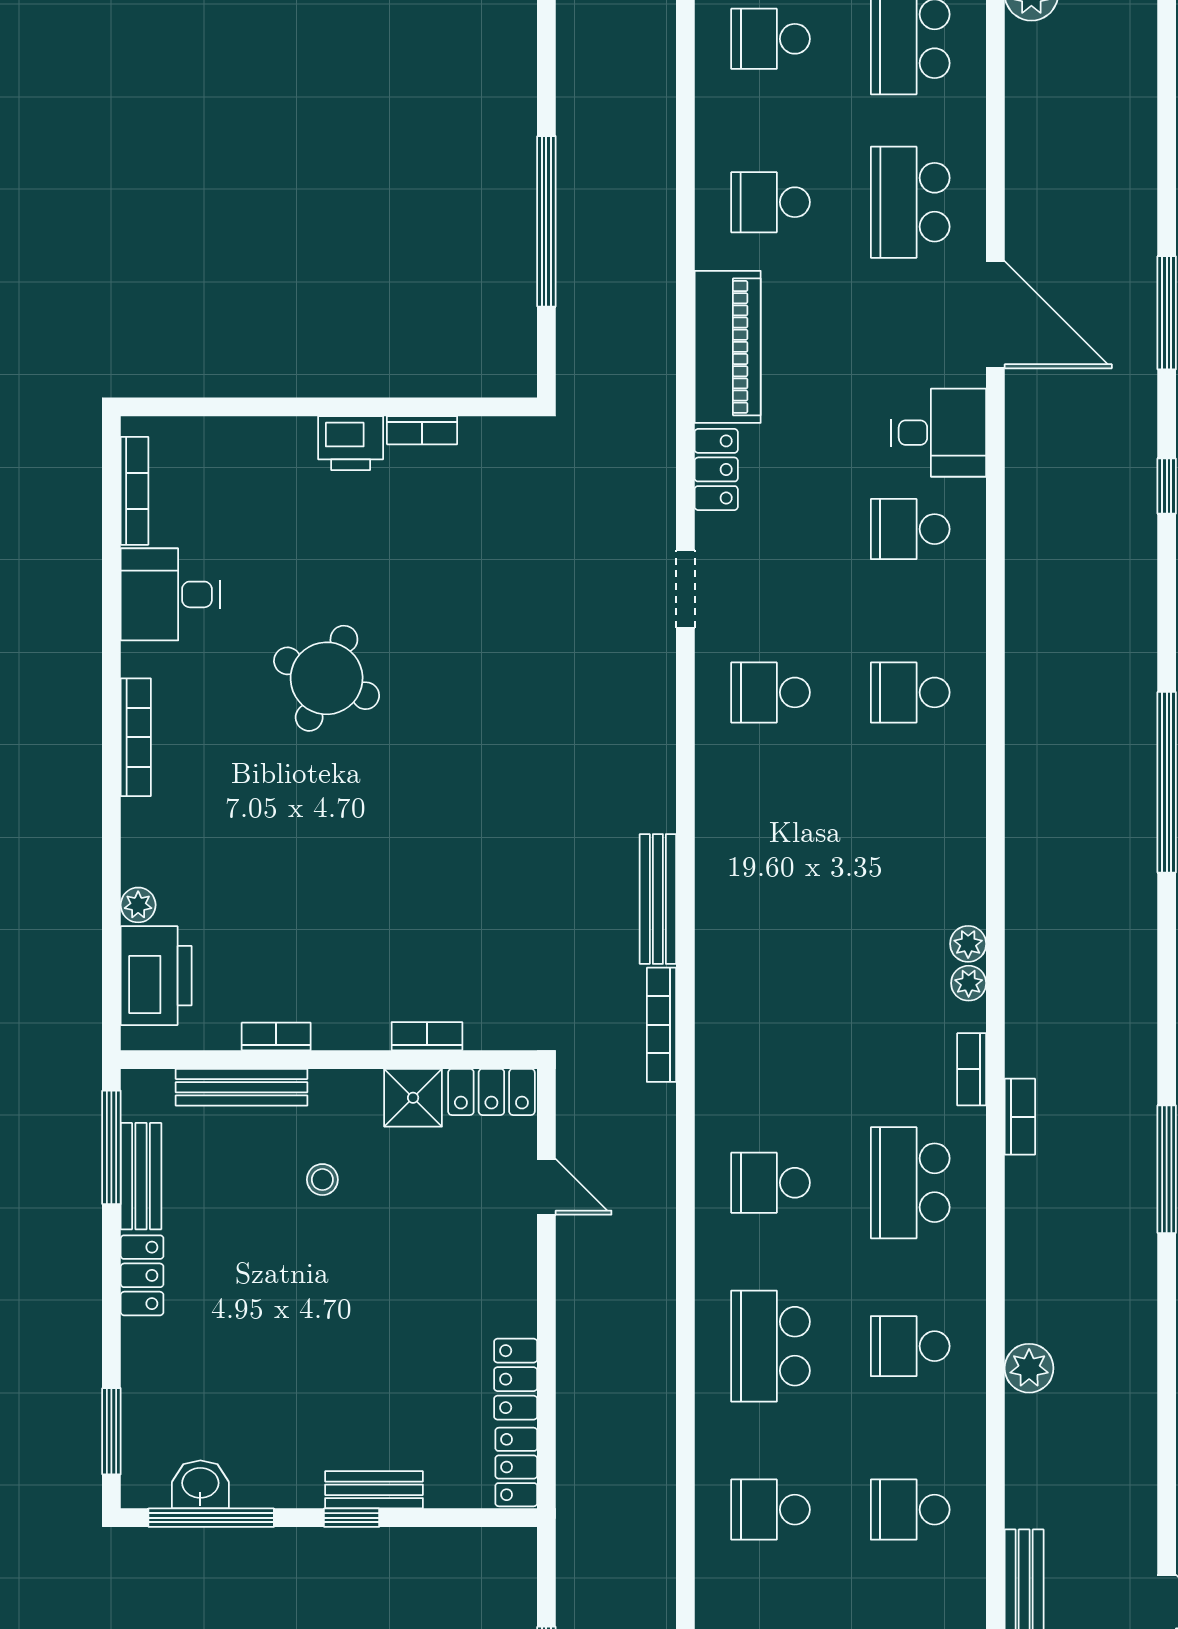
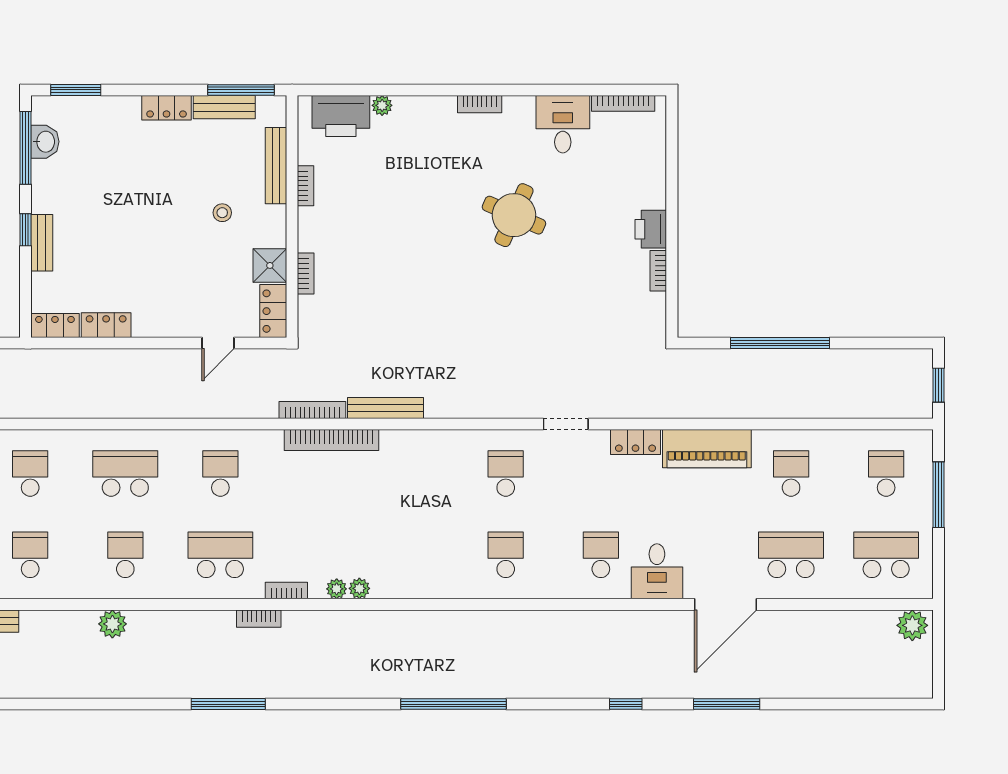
bookcase: (136, 737) -> (480, 104), width x0.64
bookcase: (713, 992) -> (331, 440), added

